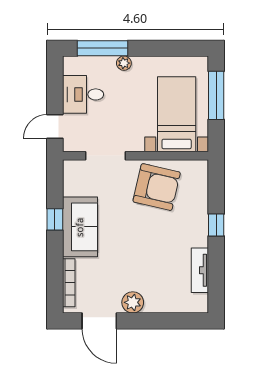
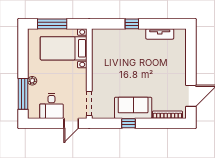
door: (55, 126) -> (71, 123), hinge flipped
doorway: (105, 156) -> (89, 104), moved
armchair: (157, 187) -> (108, 61), removed
plant: (133, 302) -> (180, 75), removed

